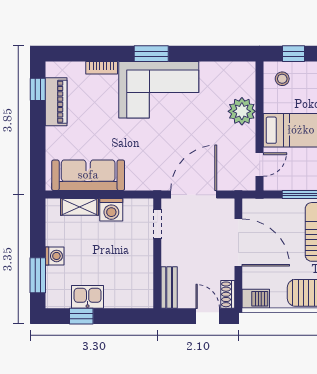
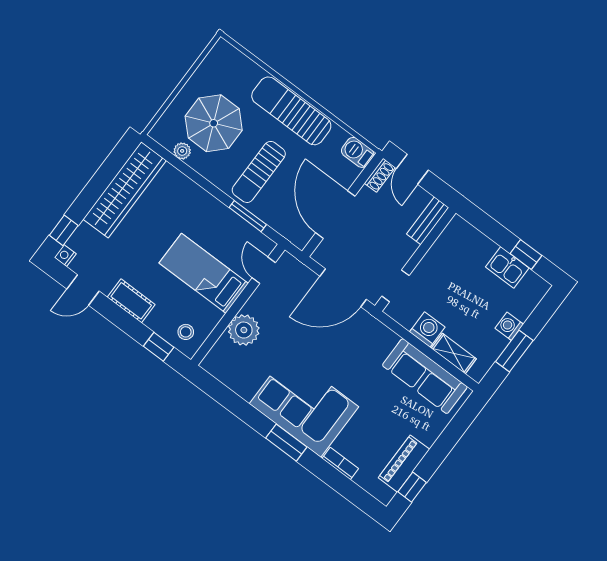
door: (260, 164) -> (264, 270), hinge flipped
window: (38, 275) -> (514, 351), moved

